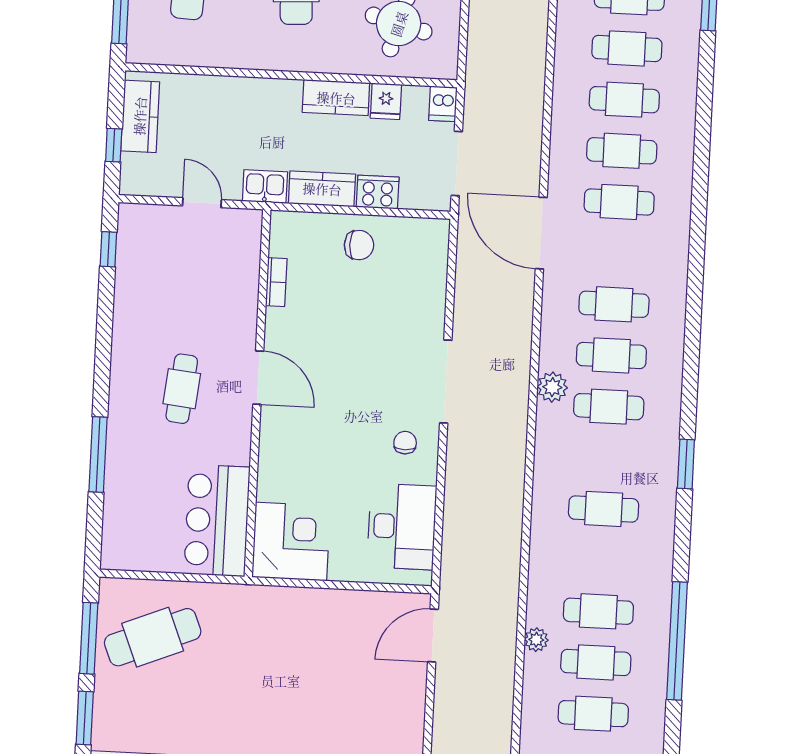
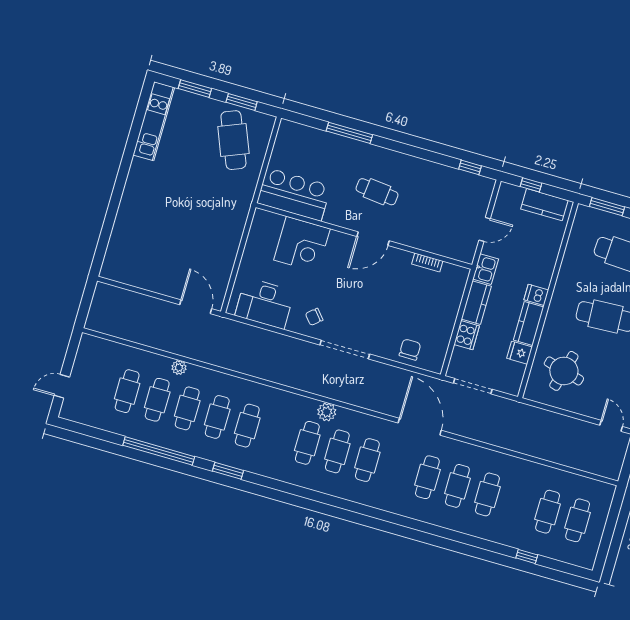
cafe table: (627, 48) -> (217, 417), moved
dishwasher: (443, 104) -> (536, 295), moved
door: (541, 233) -> (420, 427), hinge flipped
chair: (359, 245) -> (410, 350), moved, turned 180
chair: (405, 443) -> (314, 317), turned 140
window: (686, 464) -> (228, 471), moved
corner desk: (291, 542) -> (302, 244), moved
window: (89, 638) -> (242, 102), width x0.69

